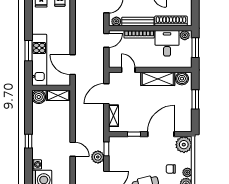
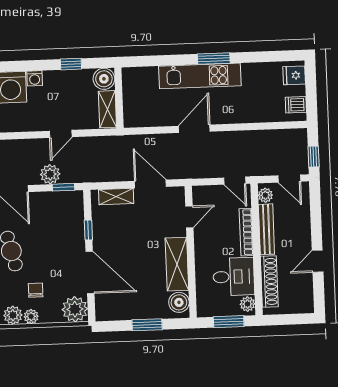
wall: (51, 88) -> (119, 98), moved
shelving: (58, 95) -> (107, 109), moved
boiler: (39, 97) -> (104, 79), moved

